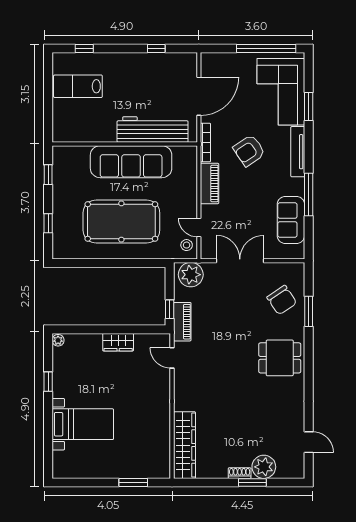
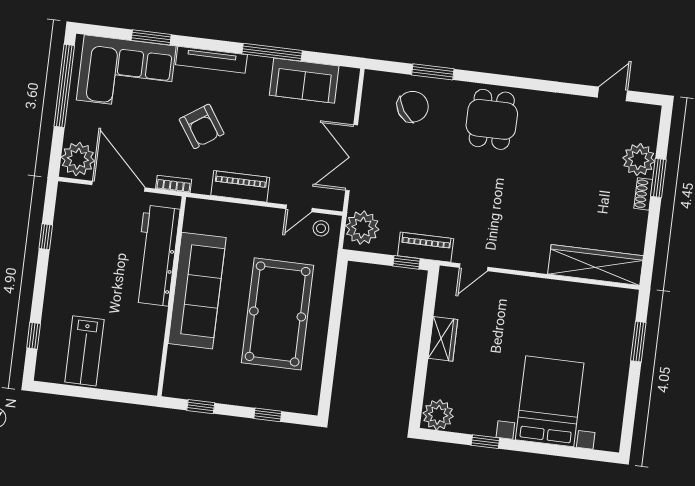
plant: (215, 65) -> (78, 159), added
bookcase: (205, 143) -> (174, 184), width x0.64
plant: (58, 340) -> (438, 415), width x1.88, depth x1.88
bed with nightstands: (83, 424) -> (550, 401), width x1.36

